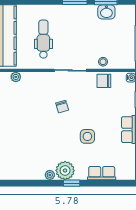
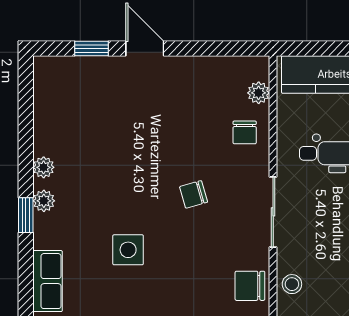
chair: (104, 81) -> (250, 286), turned -90
chair: (34, 83) -> (245, 132), added
plant: (65, 170) -> (44, 201), width x0.53, depth x0.53

